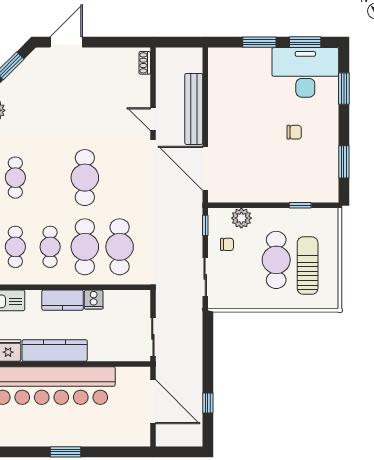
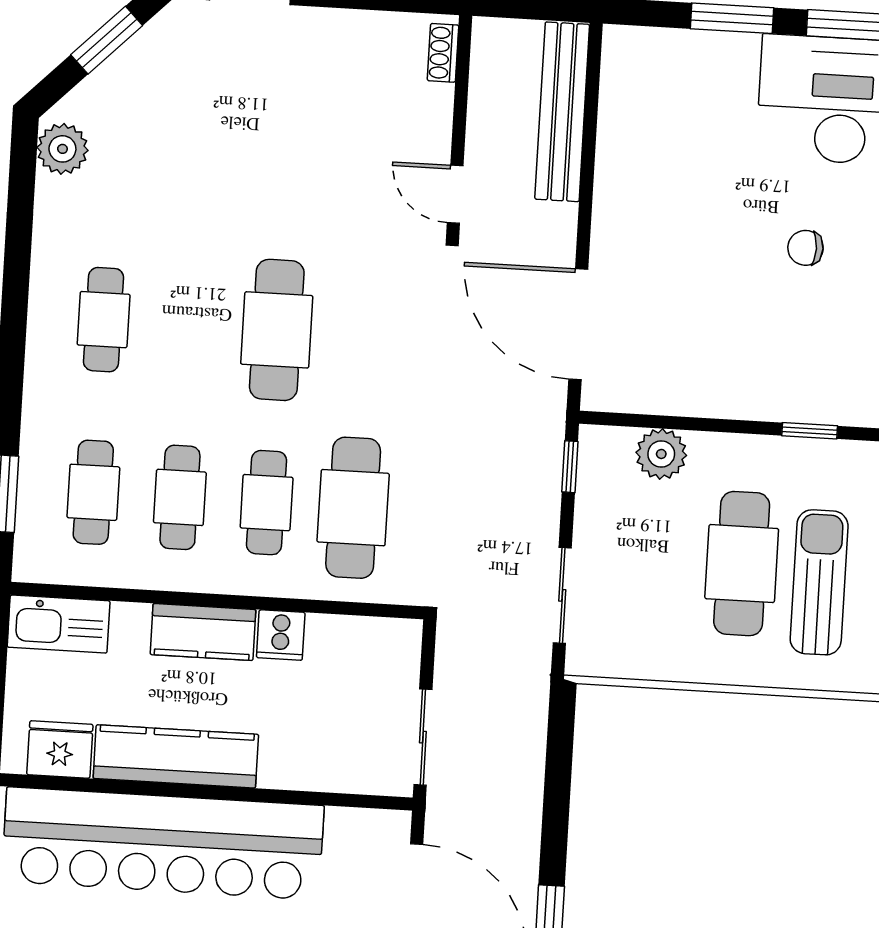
bench: (194, 109) -> (562, 112), moved
chair: (294, 132) -> (805, 248), turned 180
chair: (227, 244) -> (621, 518), removed
cafe table: (85, 247) -> (267, 503), width x0.73, depth x0.74

